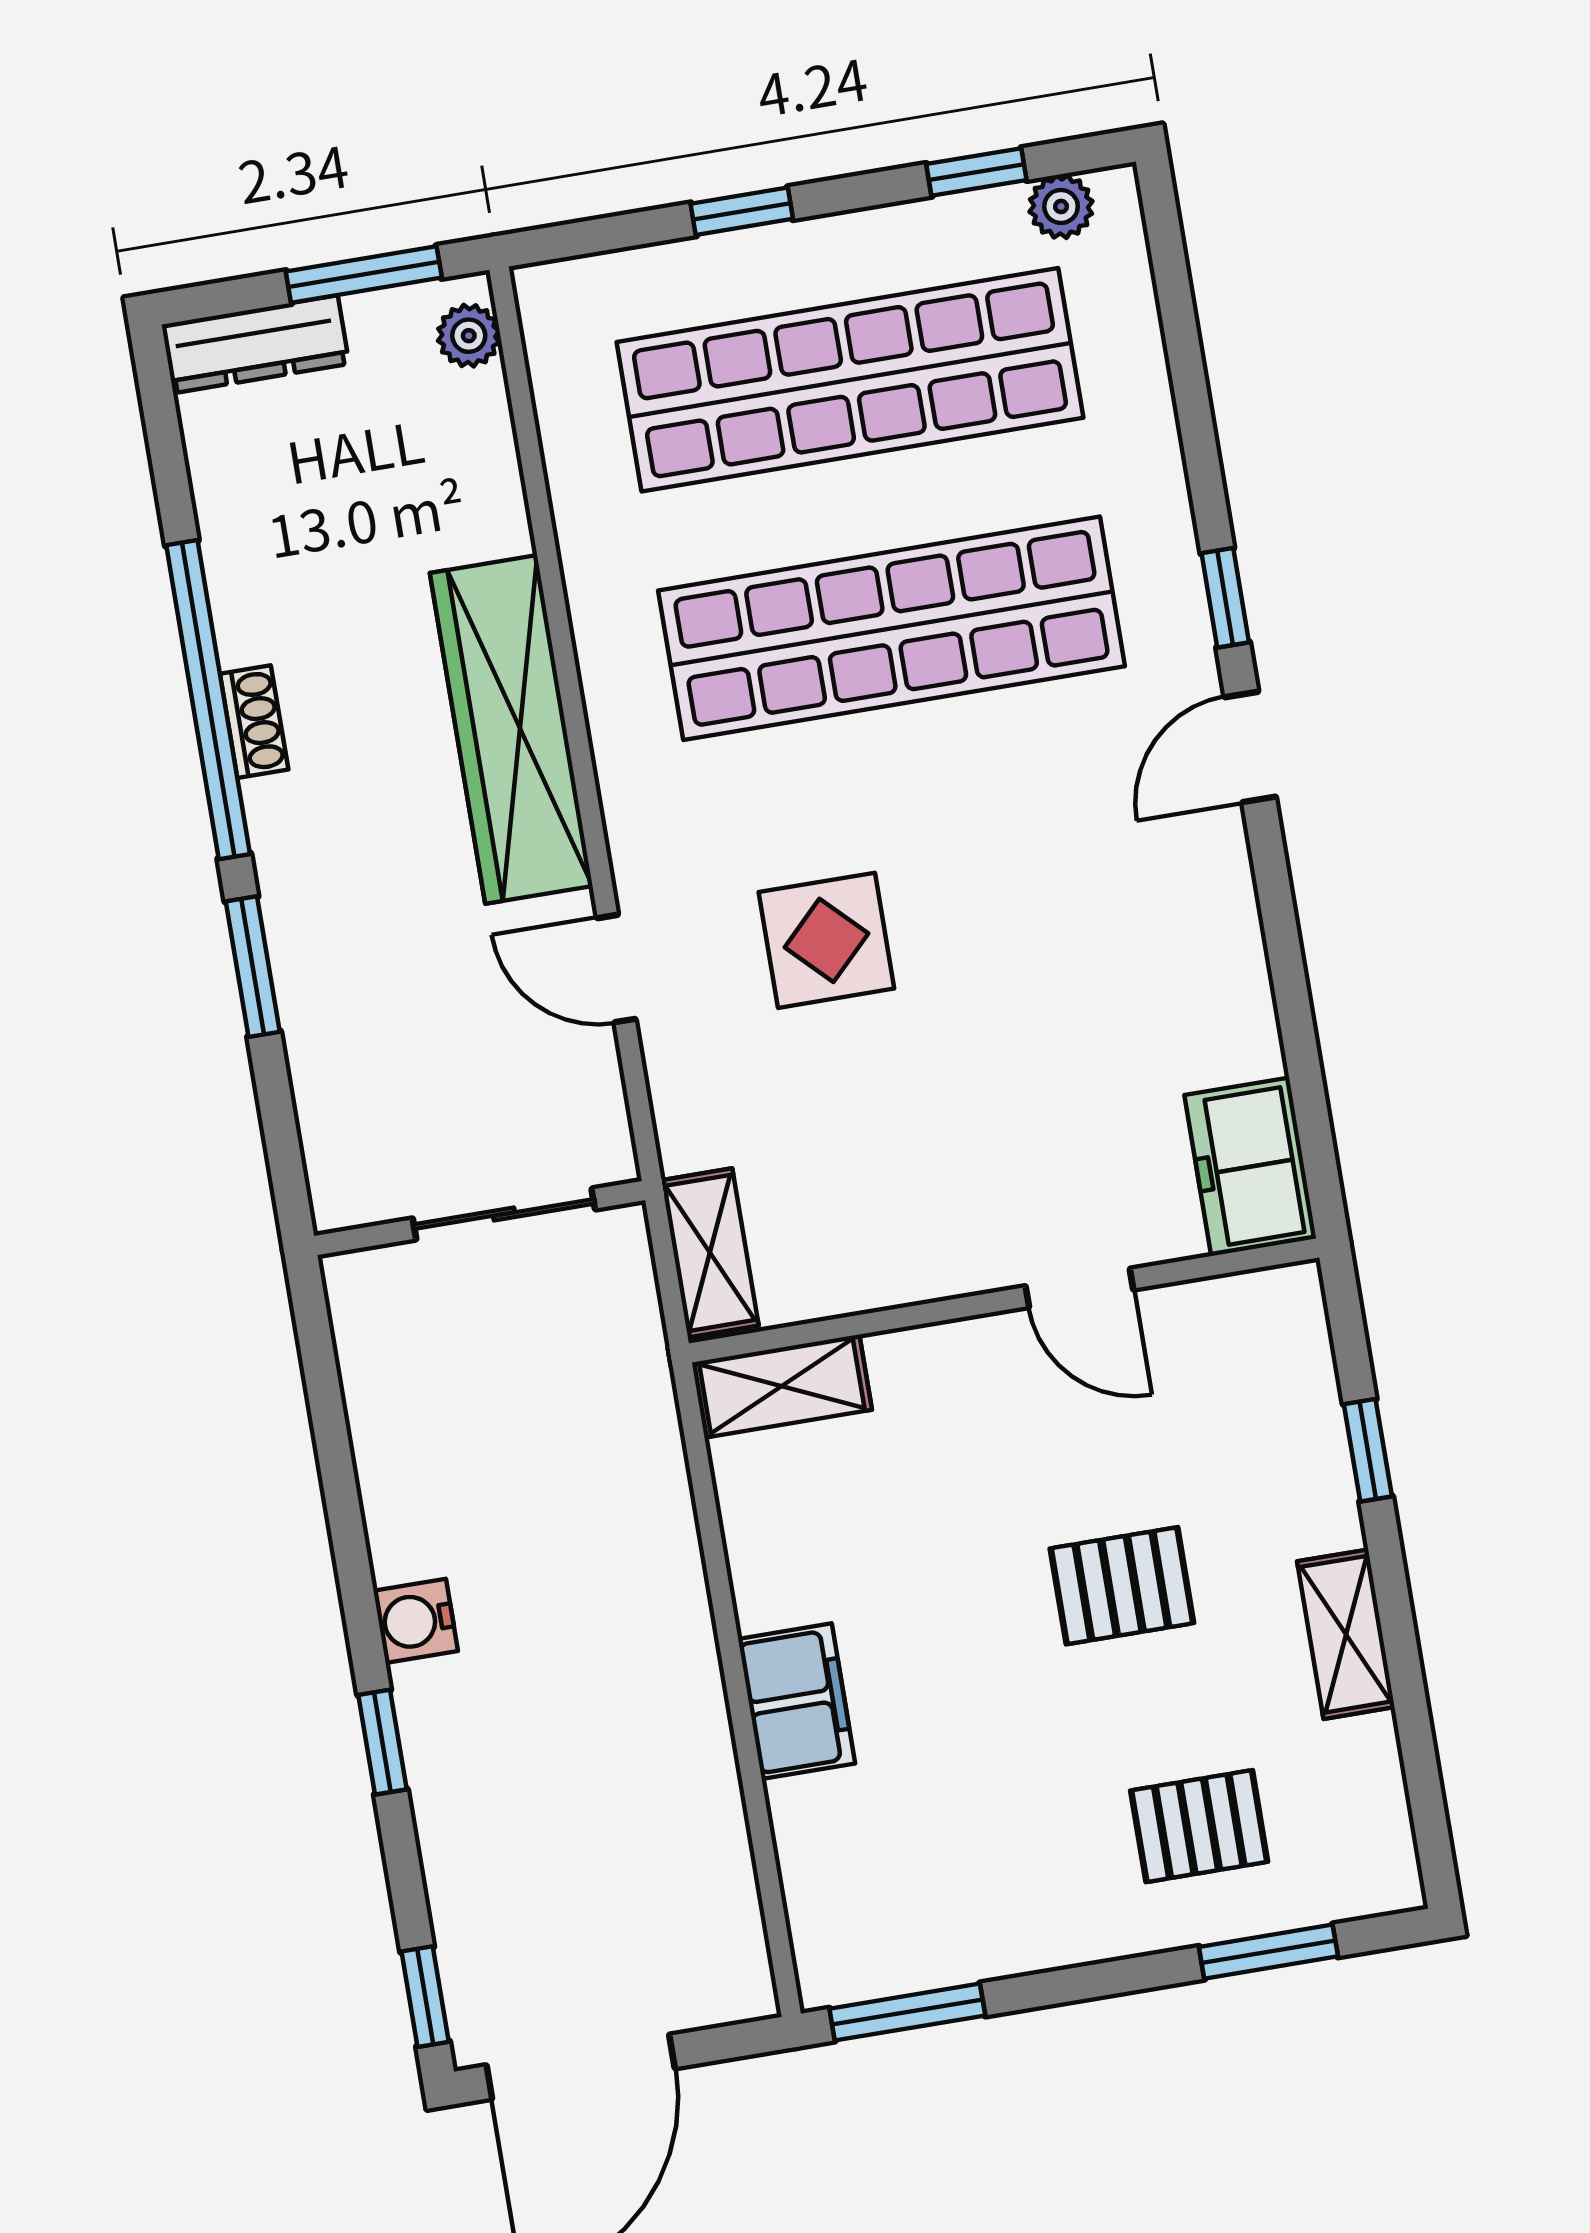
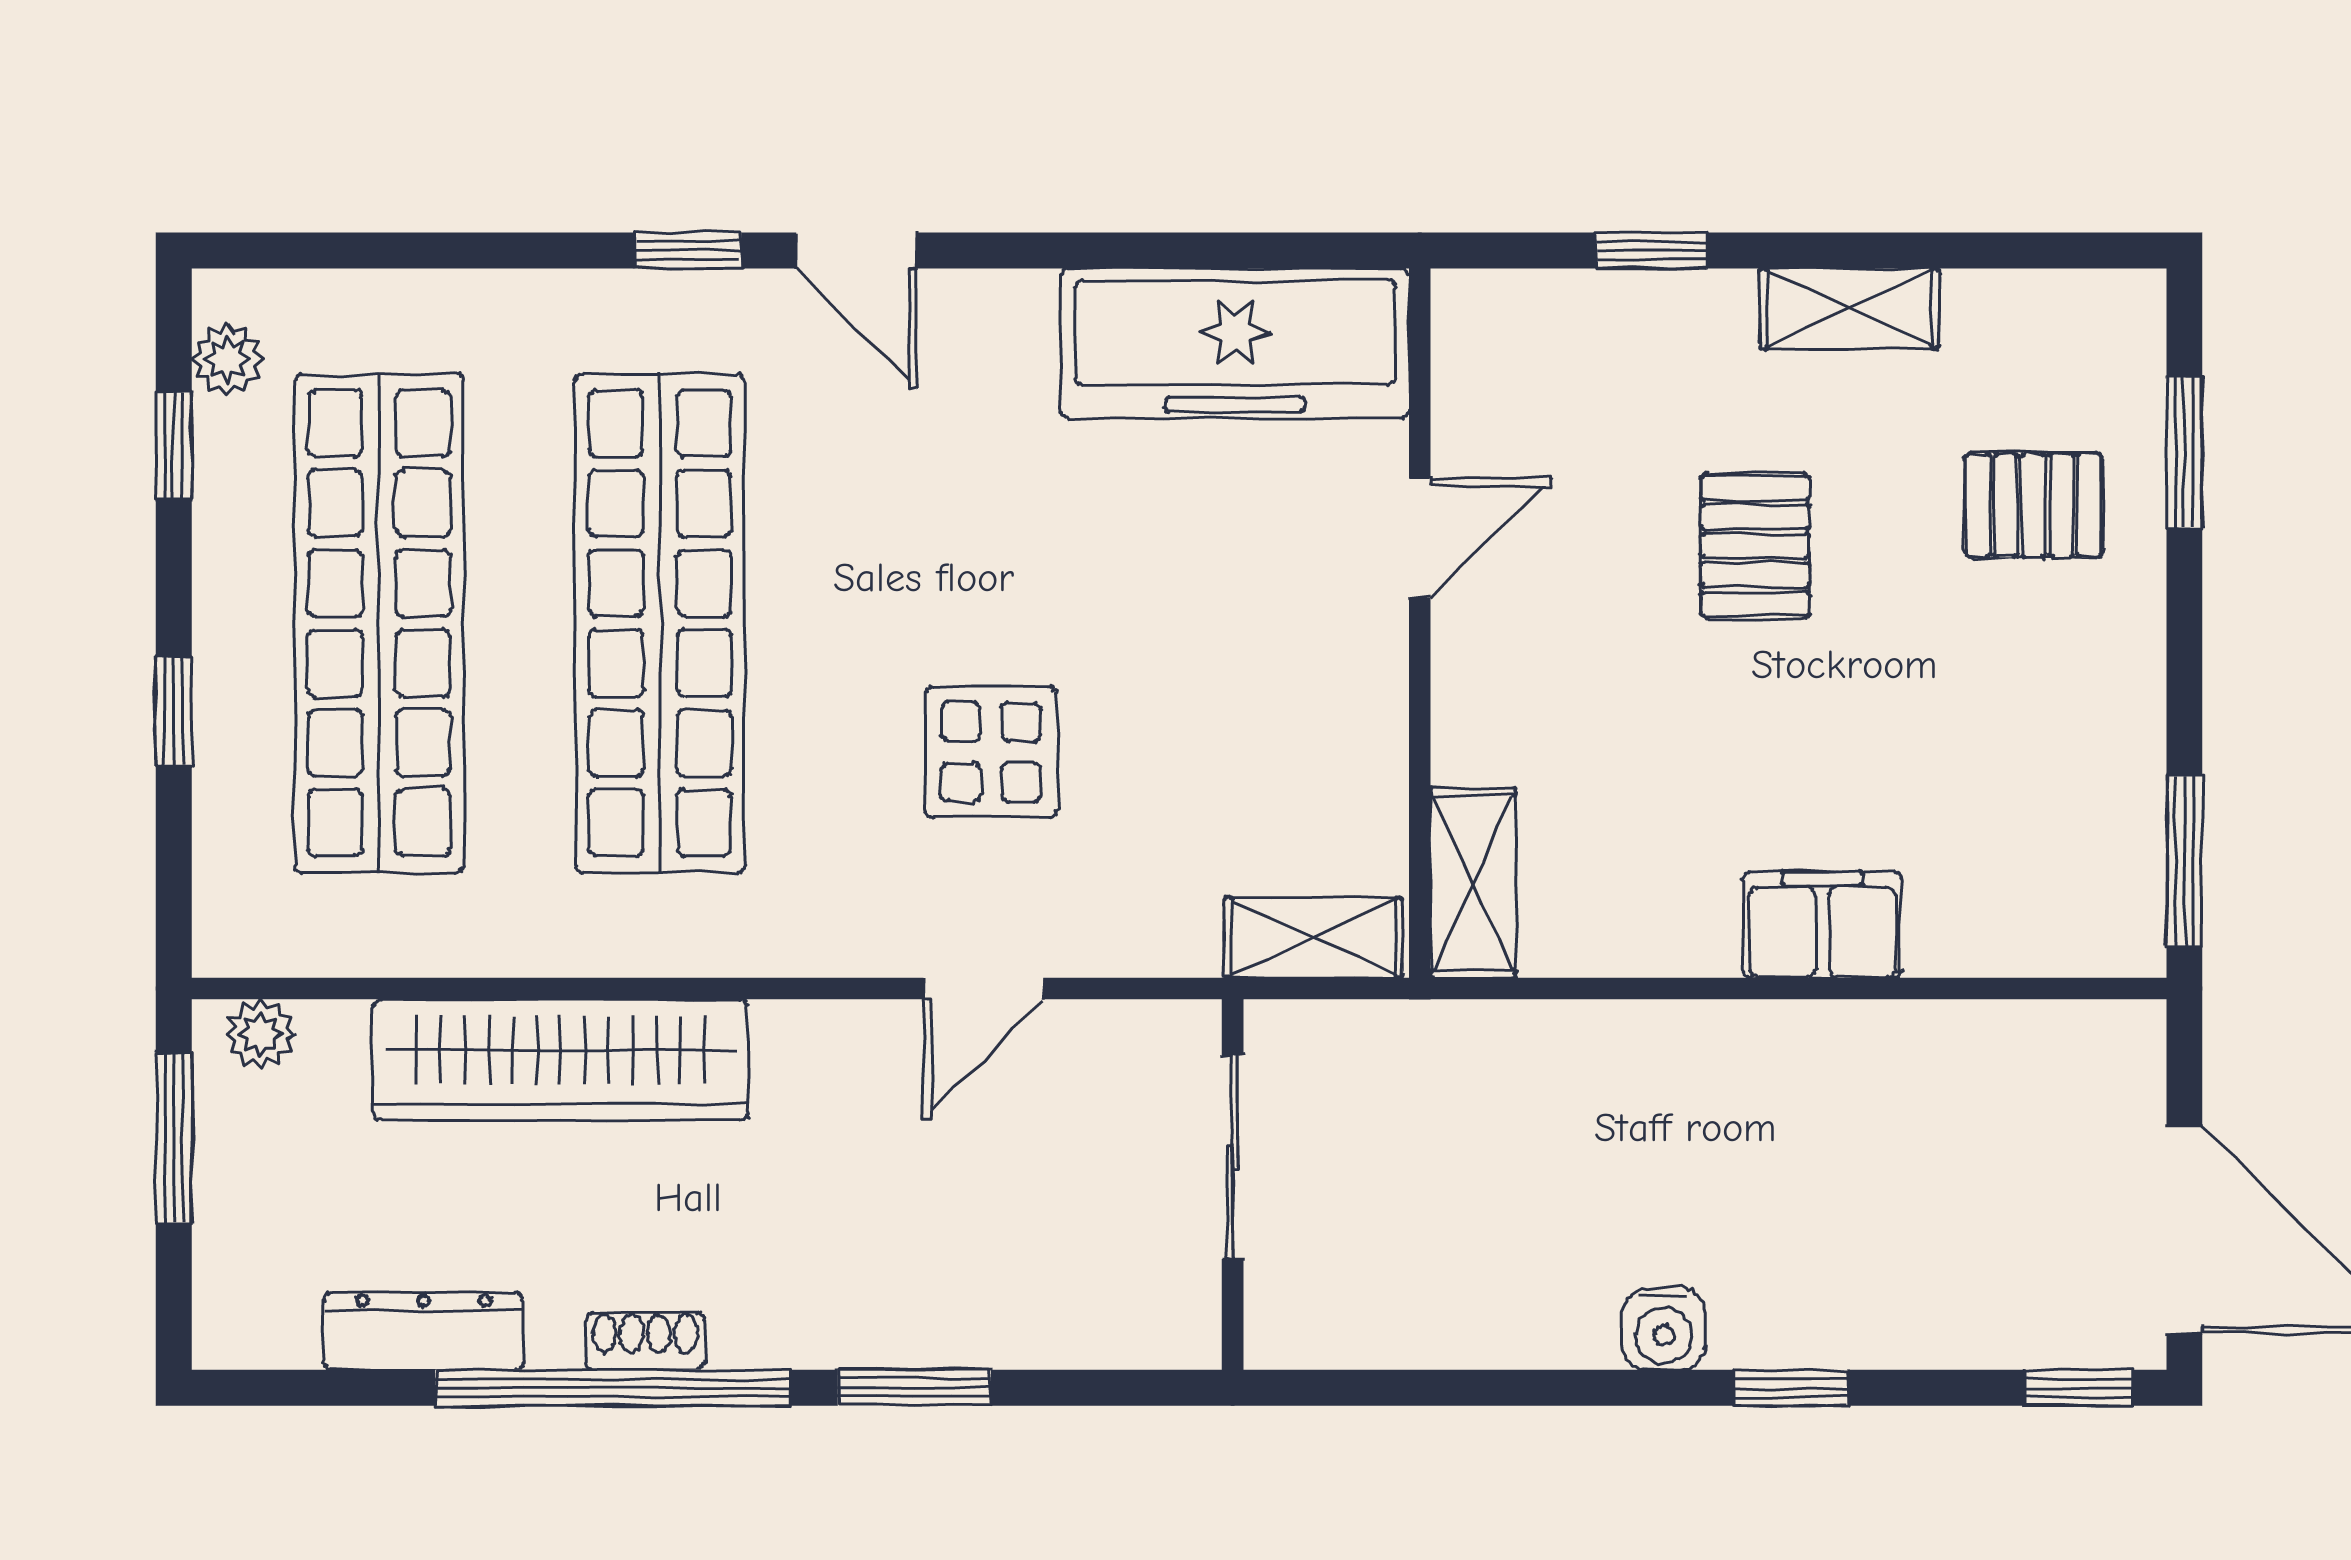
dresser: (255, 344) -> (423, 1331), moved, turned -90
wardrobe: (511, 729) -> (561, 1060), moved
freezer: (1250, 1167) -> (1235, 343), width x1.91, depth x1.26
pallet: (1199, 1826) -> (2034, 505), turned 90

